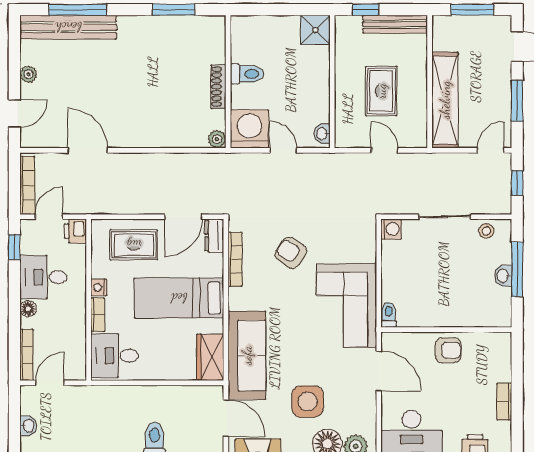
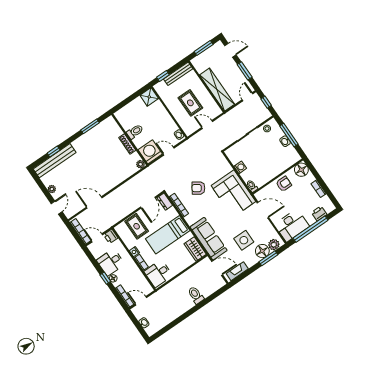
window: (78, 10) -> (54, 152), width x0.46
door: (49, 217) -> (97, 238), hinge flipped
washing machine: (391, 229) -> (240, 167), moved
rug: (134, 245) -> (137, 226), turned 90
window: (14, 247) -> (105, 278), moved
floor lamp: (497, 347) -> (301, 170), added
door: (50, 383) -> (141, 301), hinge flipped

